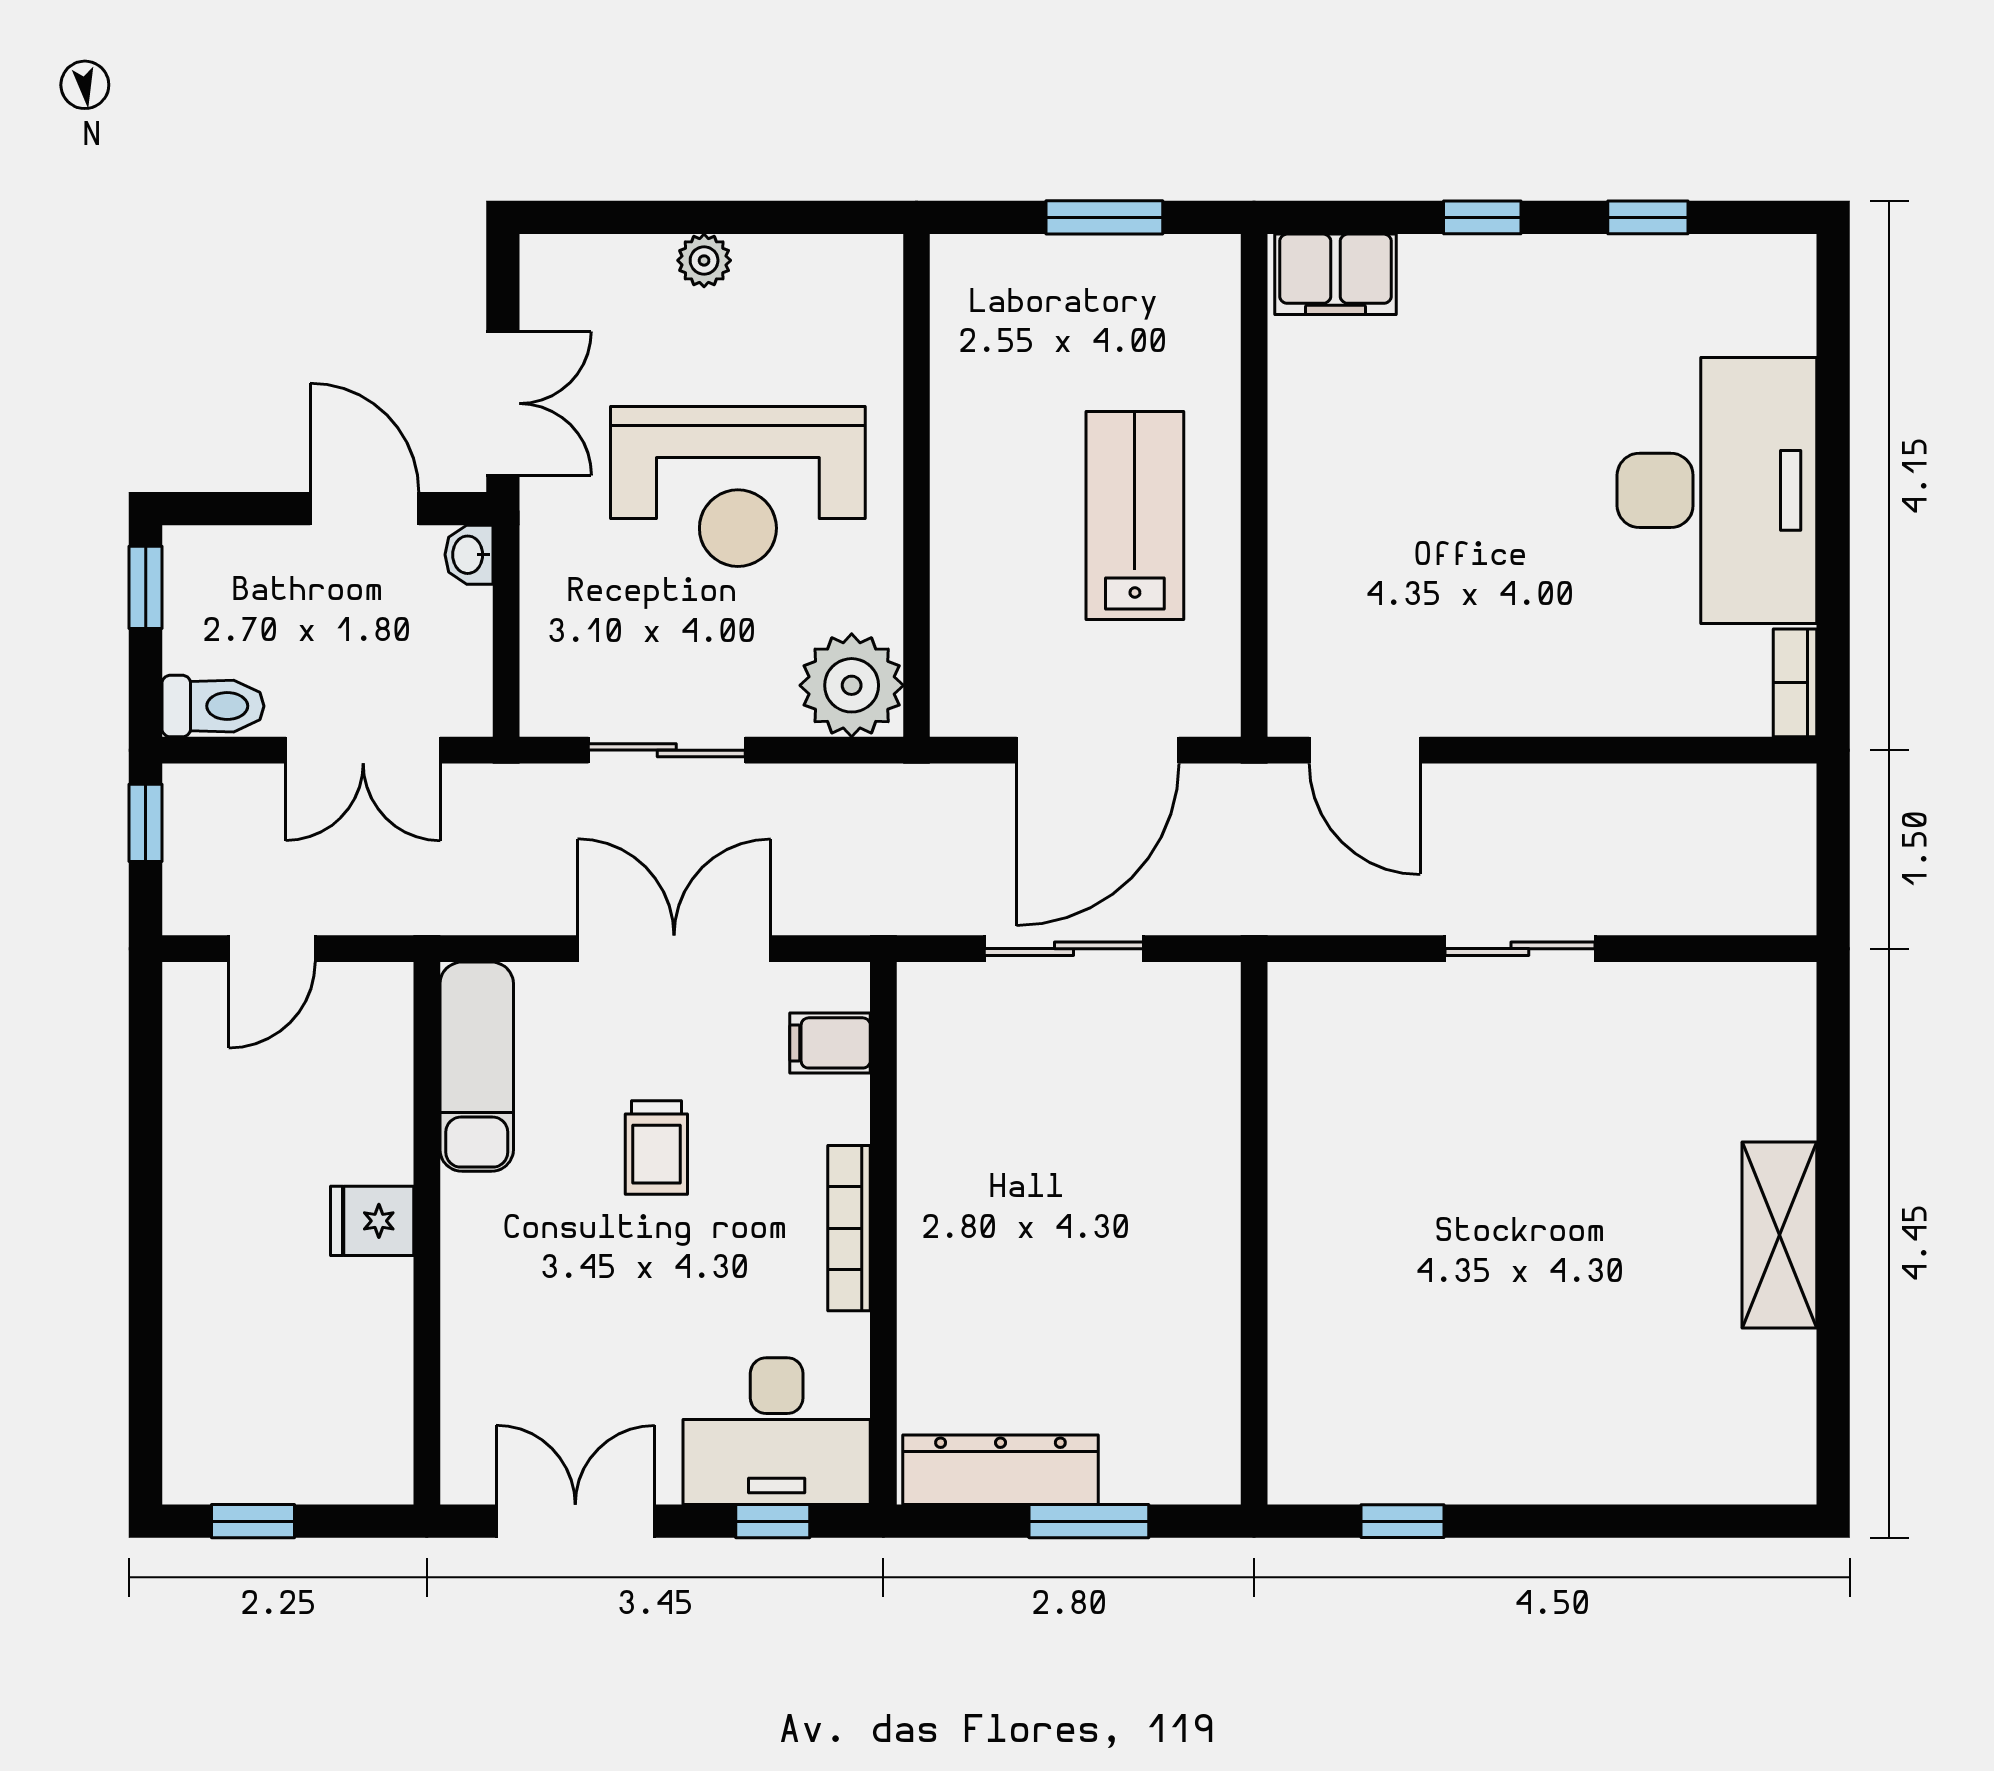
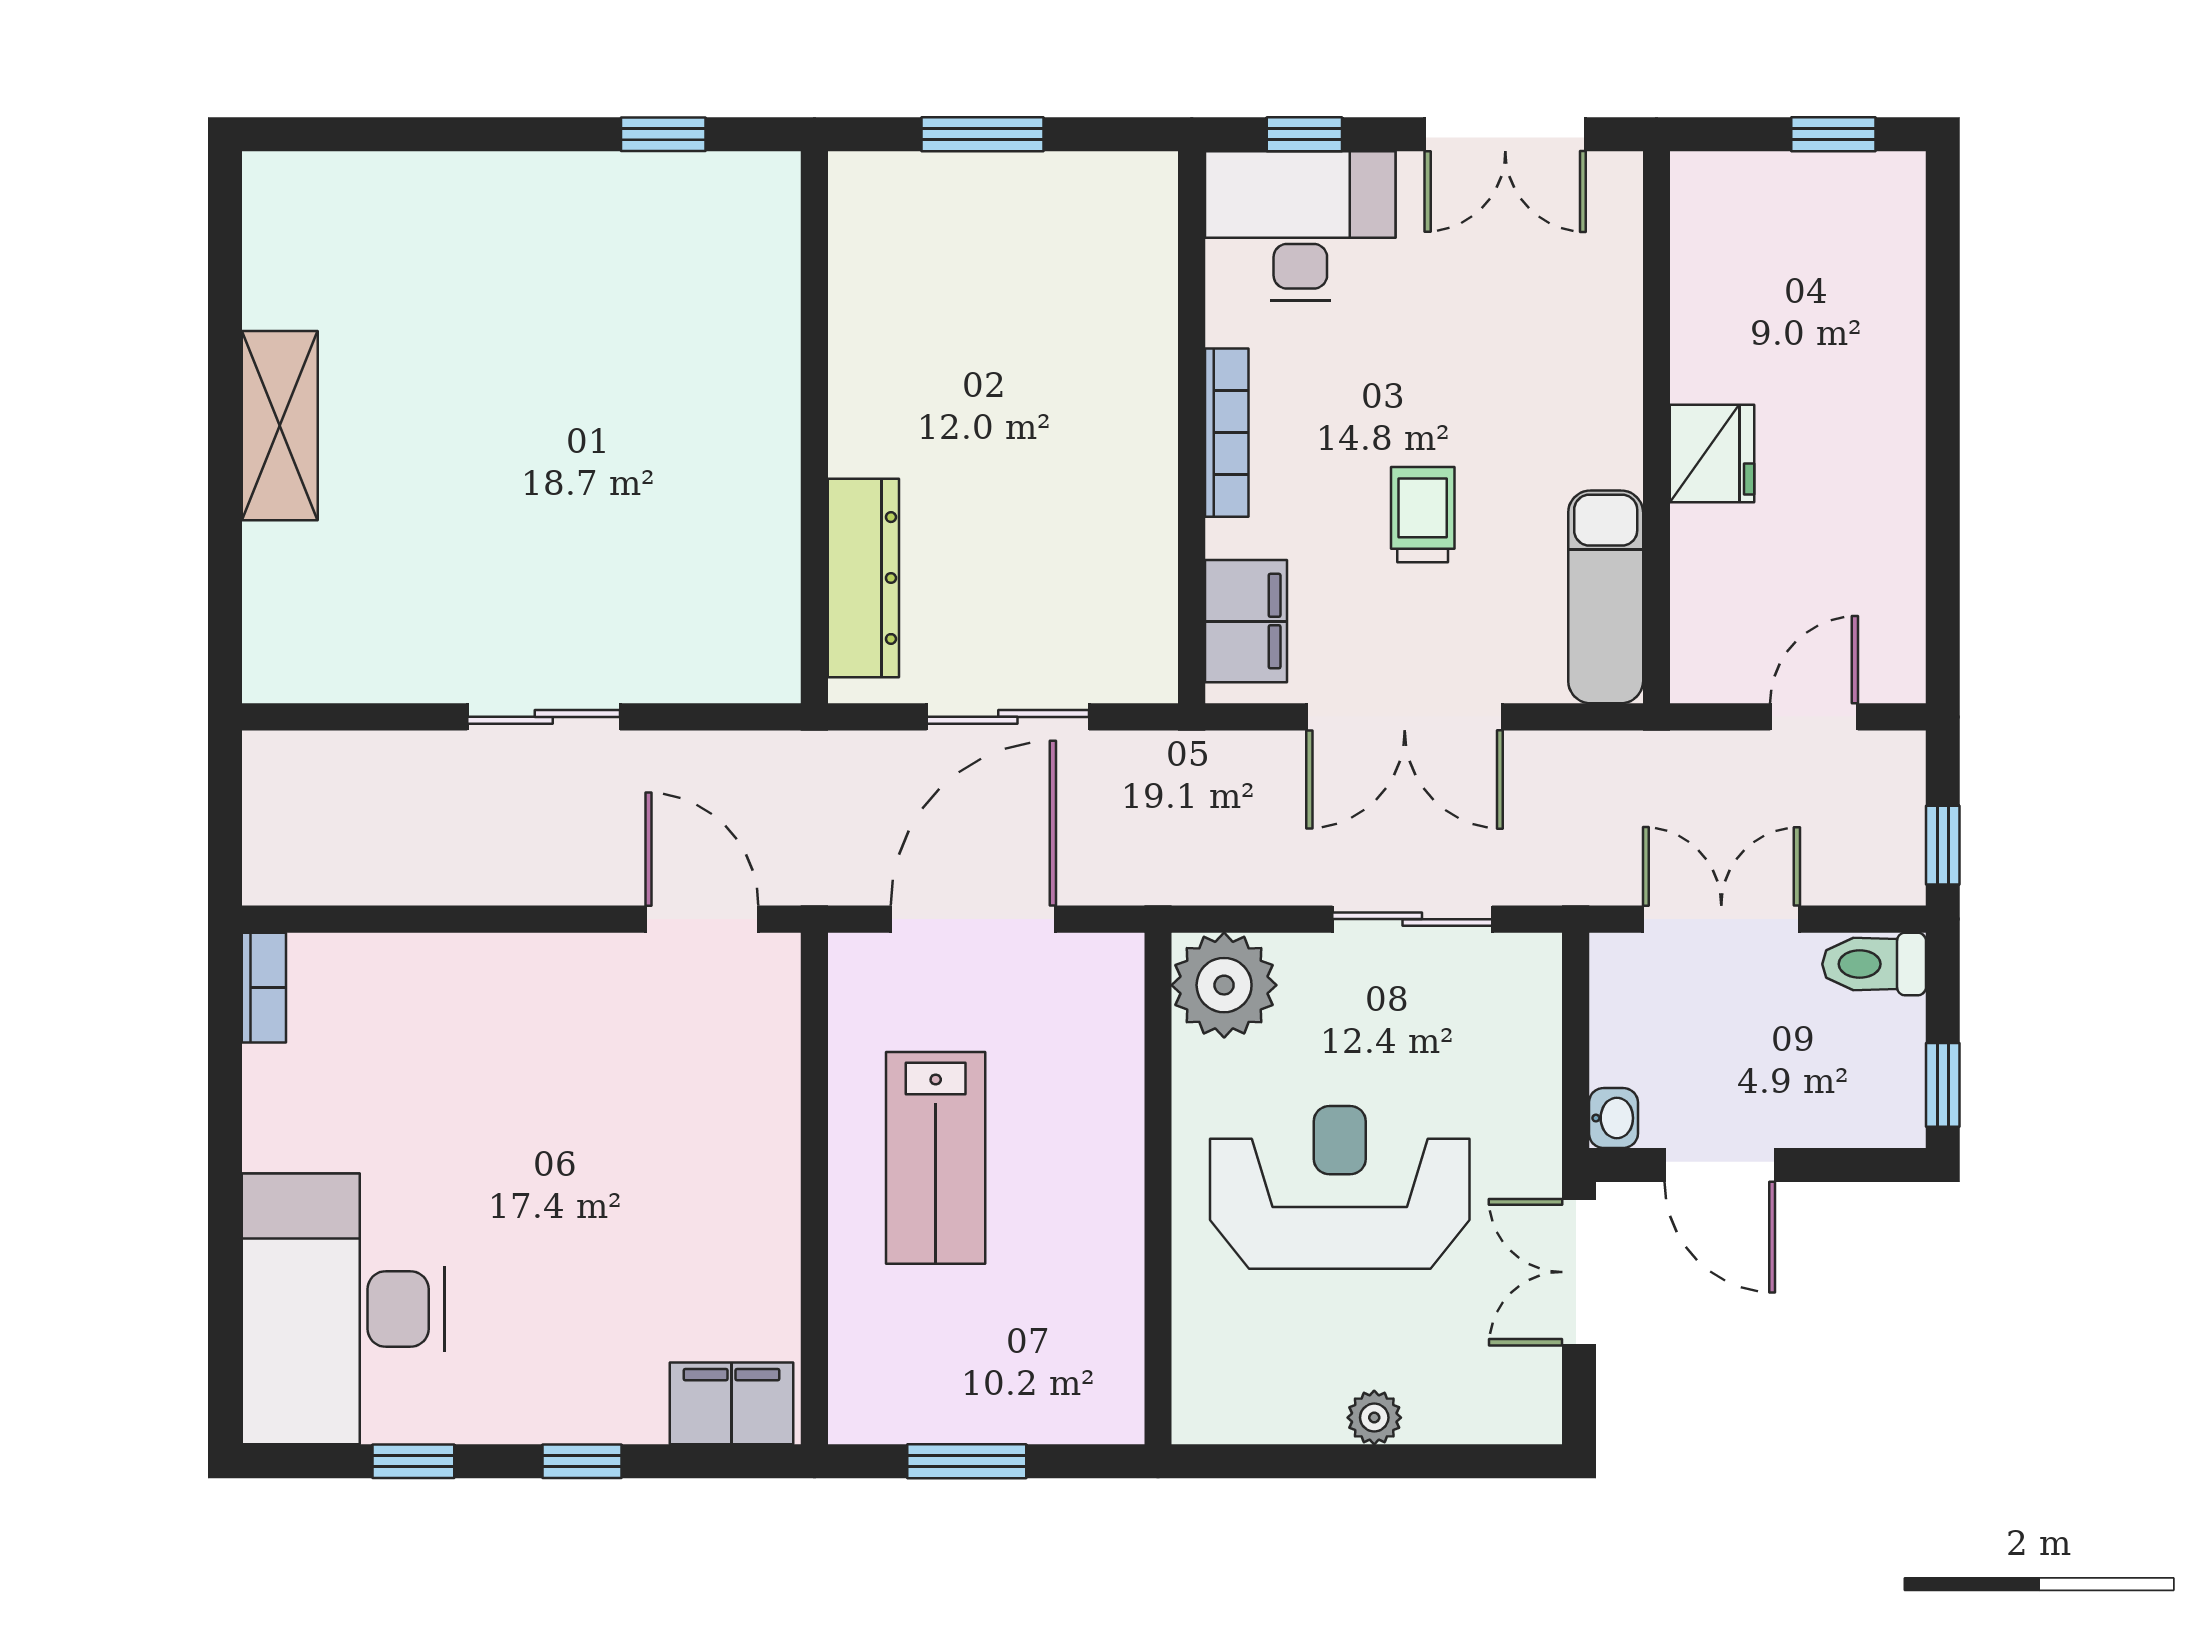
desk: (1717, 490) -> (343, 1309), moved
filing cabinet: (830, 1043) -> (1246, 621), width x2.00
fridge: (372, 1221) -> (1712, 454), width x1.38
dresser: (1000, 1470) -> (863, 578), moved, turned -90

